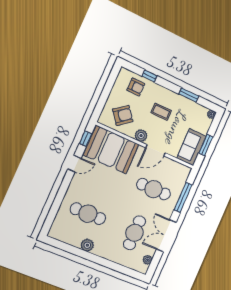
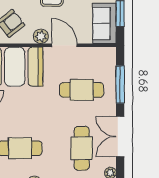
door: (155, 150) -> (64, 45), swing flipped

